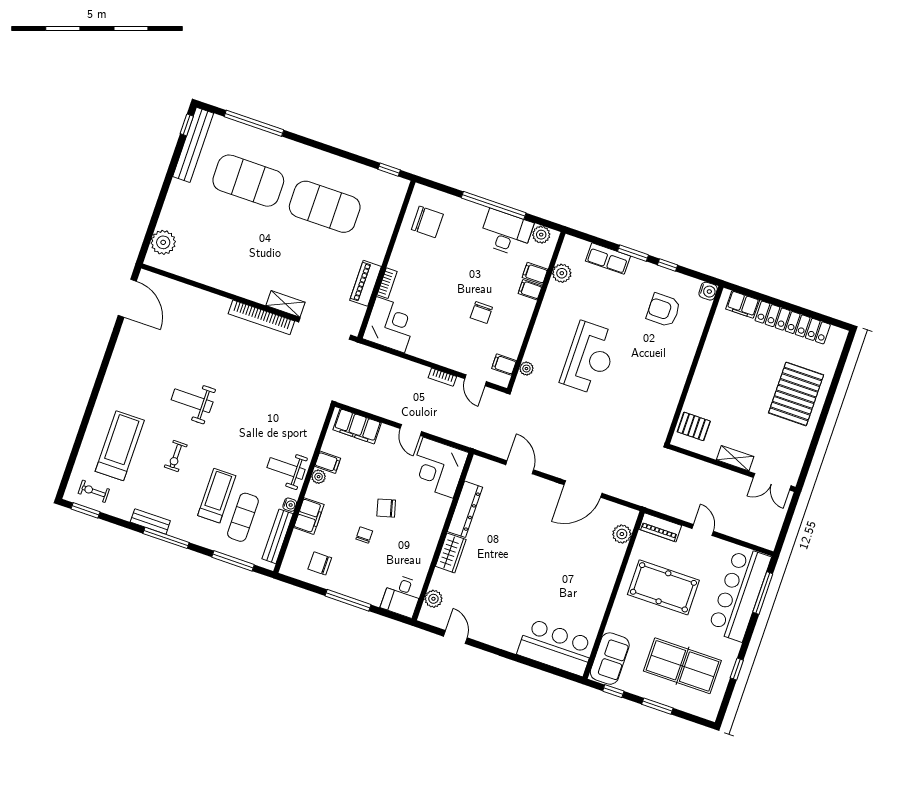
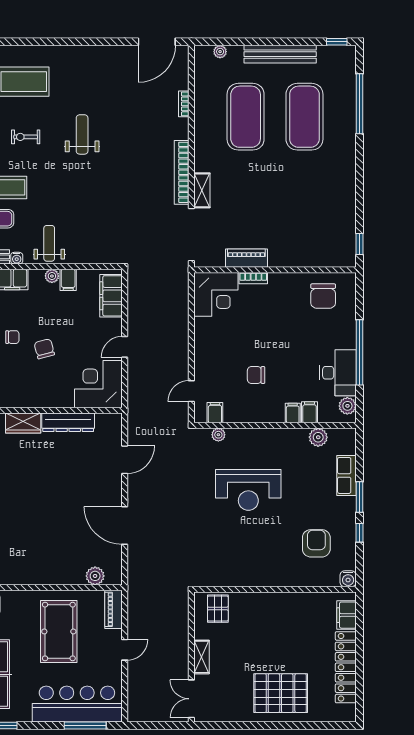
bench: (193, 145) -> (280, 54), moved
exercise mat: (325, 207) -> (246, 117), moved
plant: (163, 242) -> (220, 52), width x0.53, depth x0.53
bookcase: (442, 377) -> (184, 104), moved

